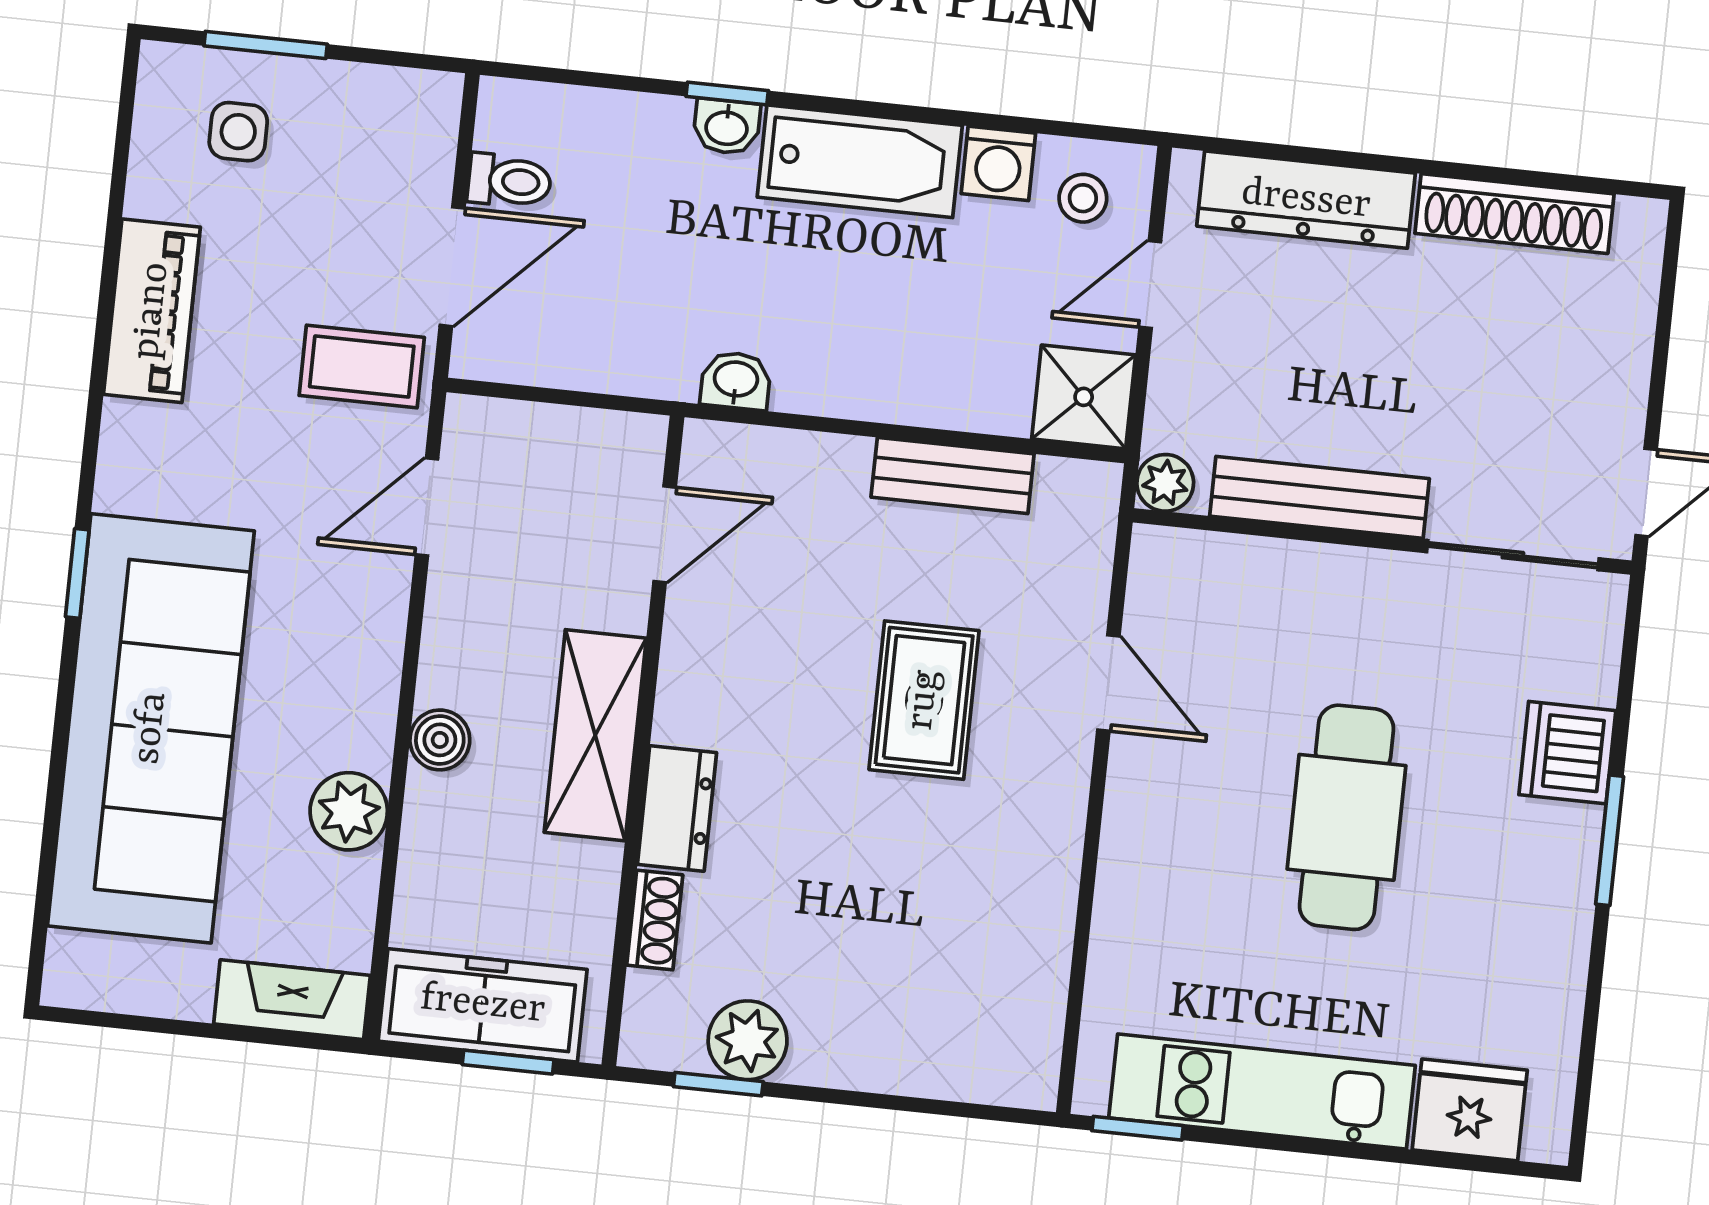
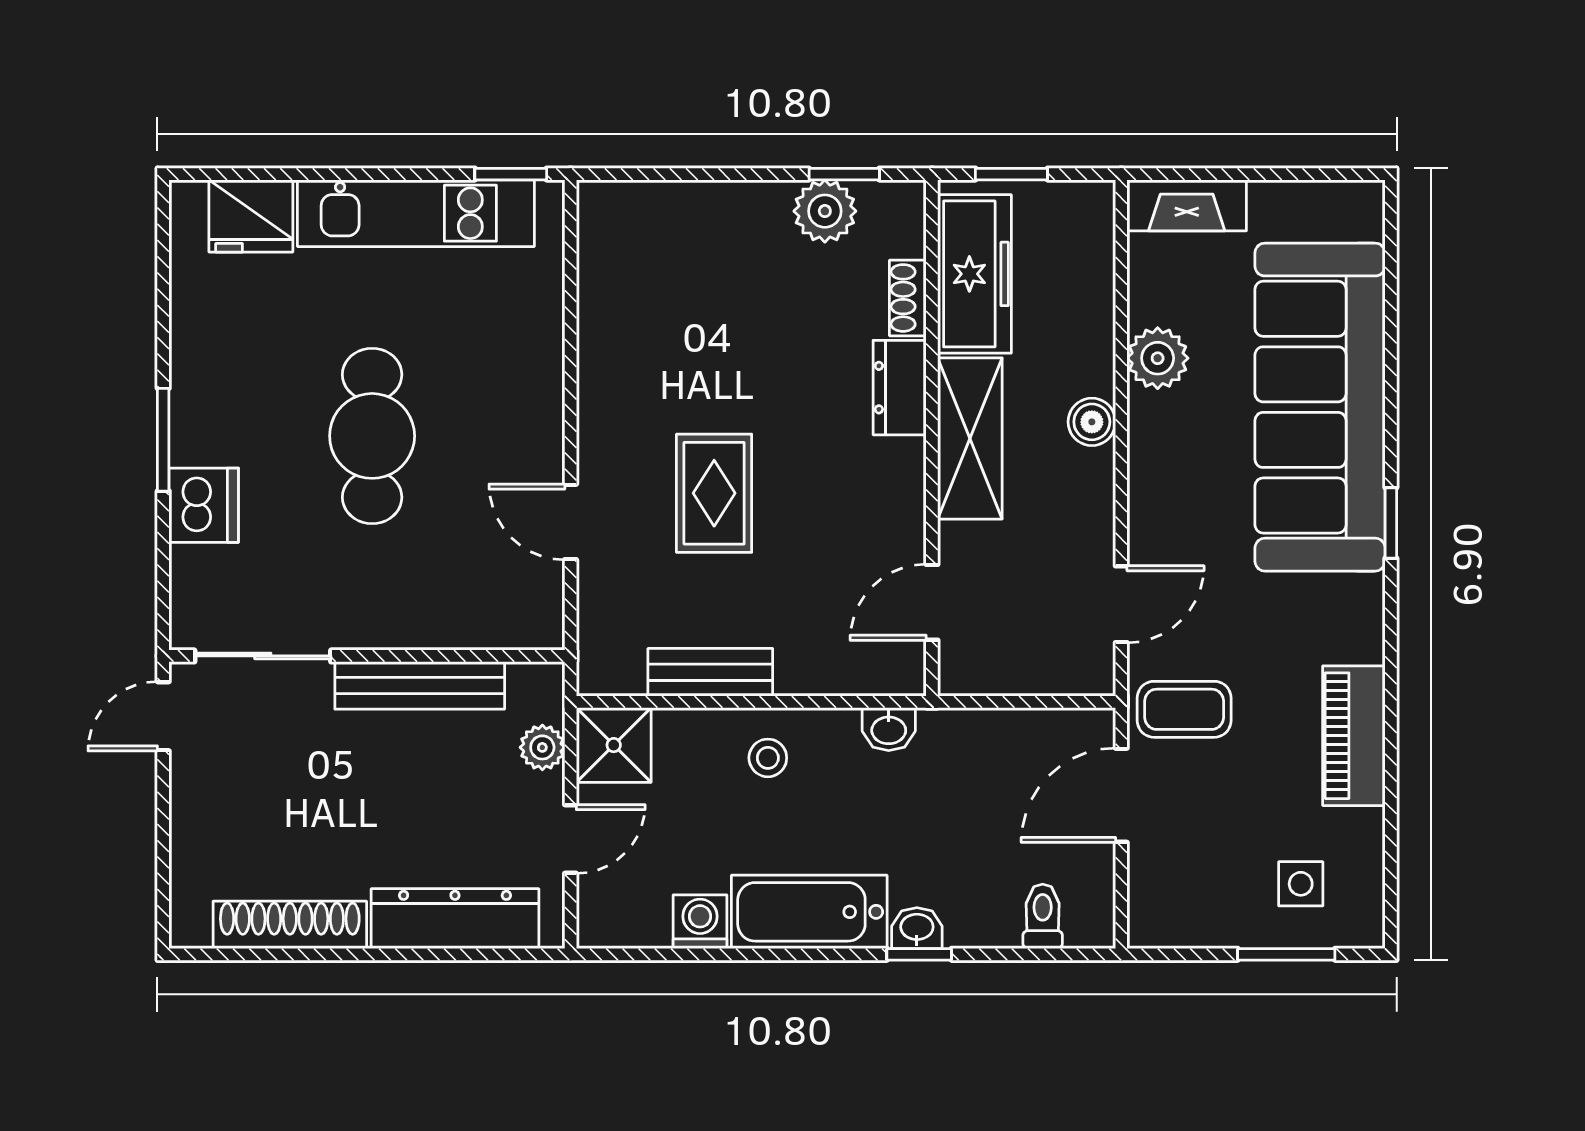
toilet: (509, 181) -> (1043, 916), moved, turned 90
stool: (1083, 198) -> (768, 758), moved
plant: (1165, 483) -> (542, 747), moved
freezer: (483, 1005) -> (974, 274), moved, turned -90

